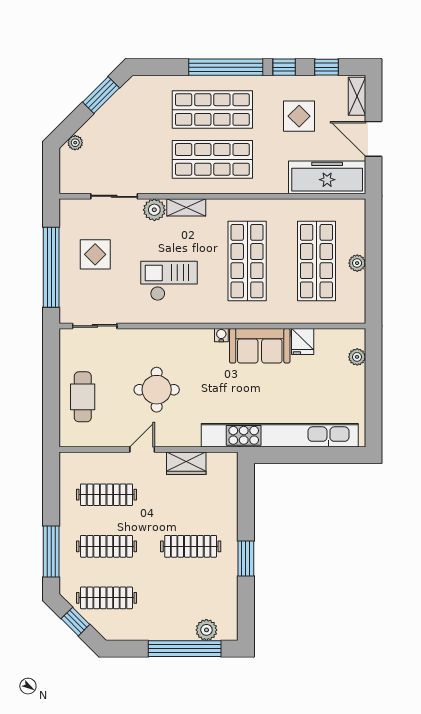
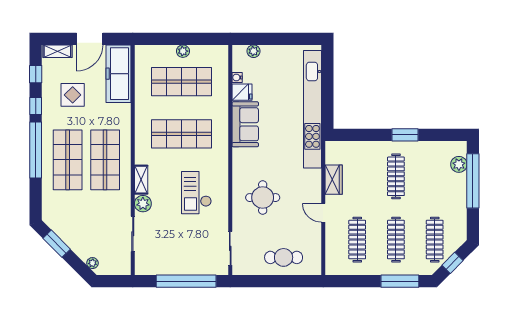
display table: (95, 254) -> (176, 248), removed
water cooler: (221, 335) -> (237, 77), moved
round table: (157, 390) -> (263, 198), moved

